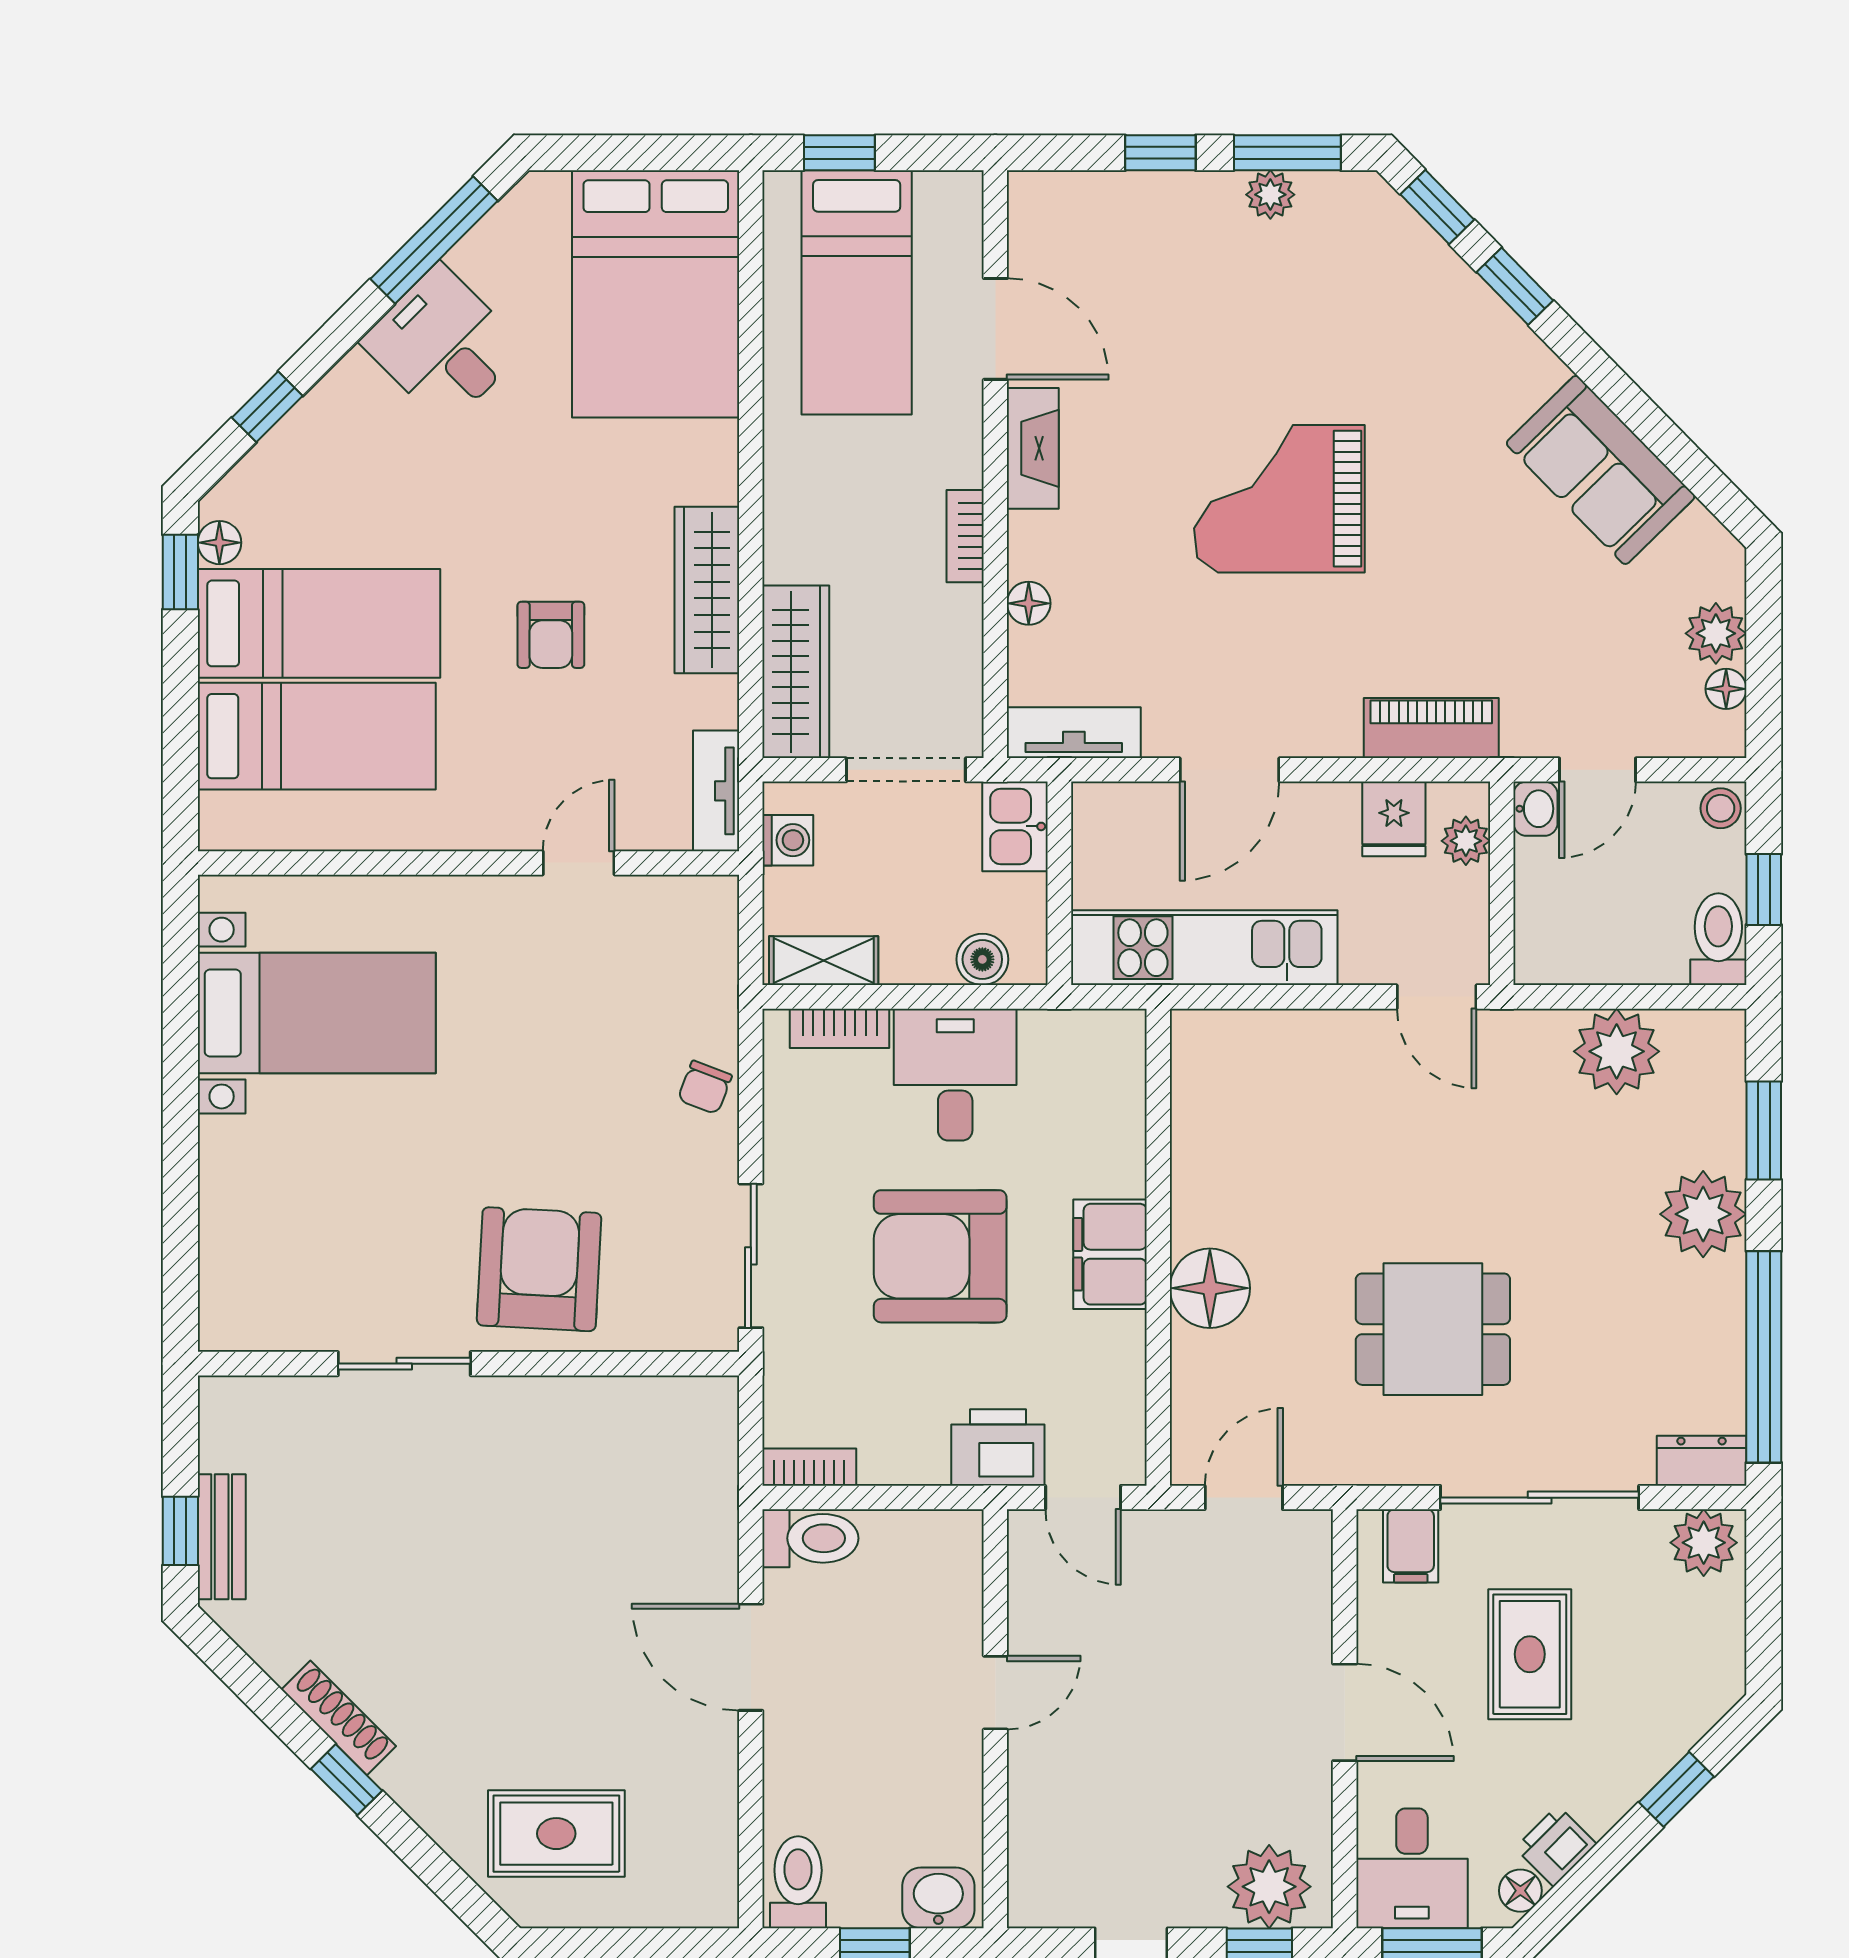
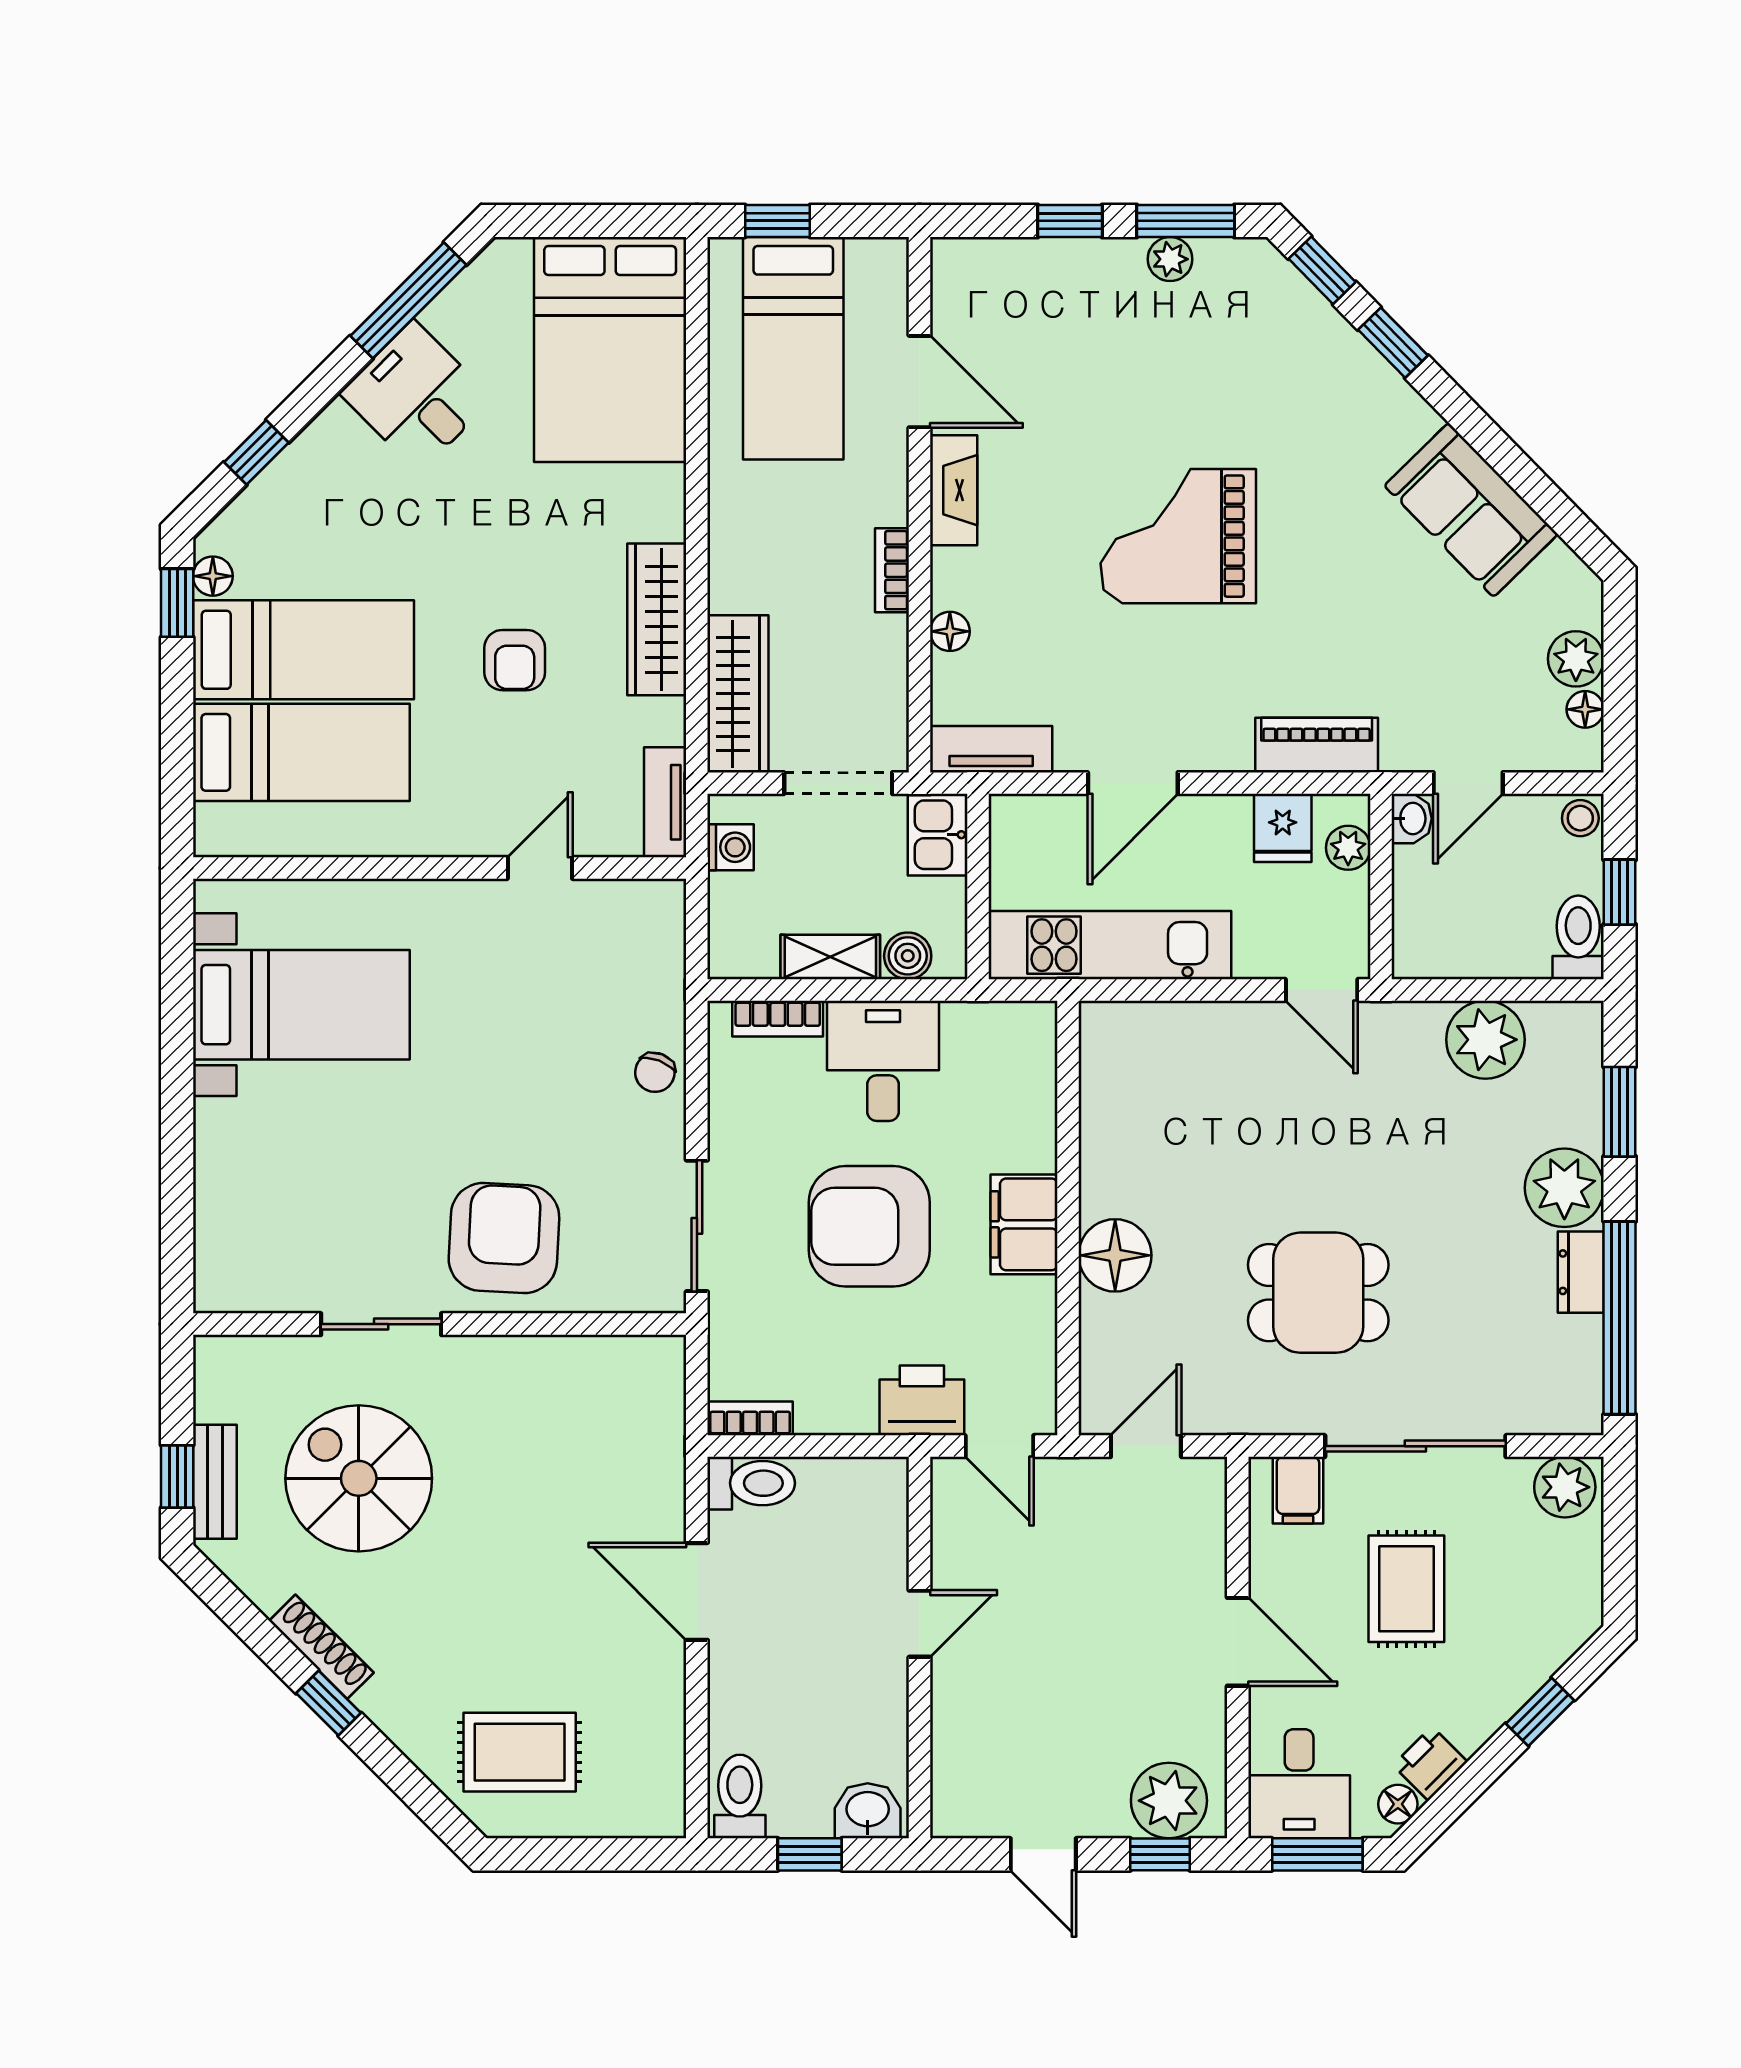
shelving: (824, 961) -> (830, 957), moved
dresser: (1702, 1461) -> (1581, 1272), moved, turned -90
spiral stairs: (380, 1533) -> (359, 1478), added

